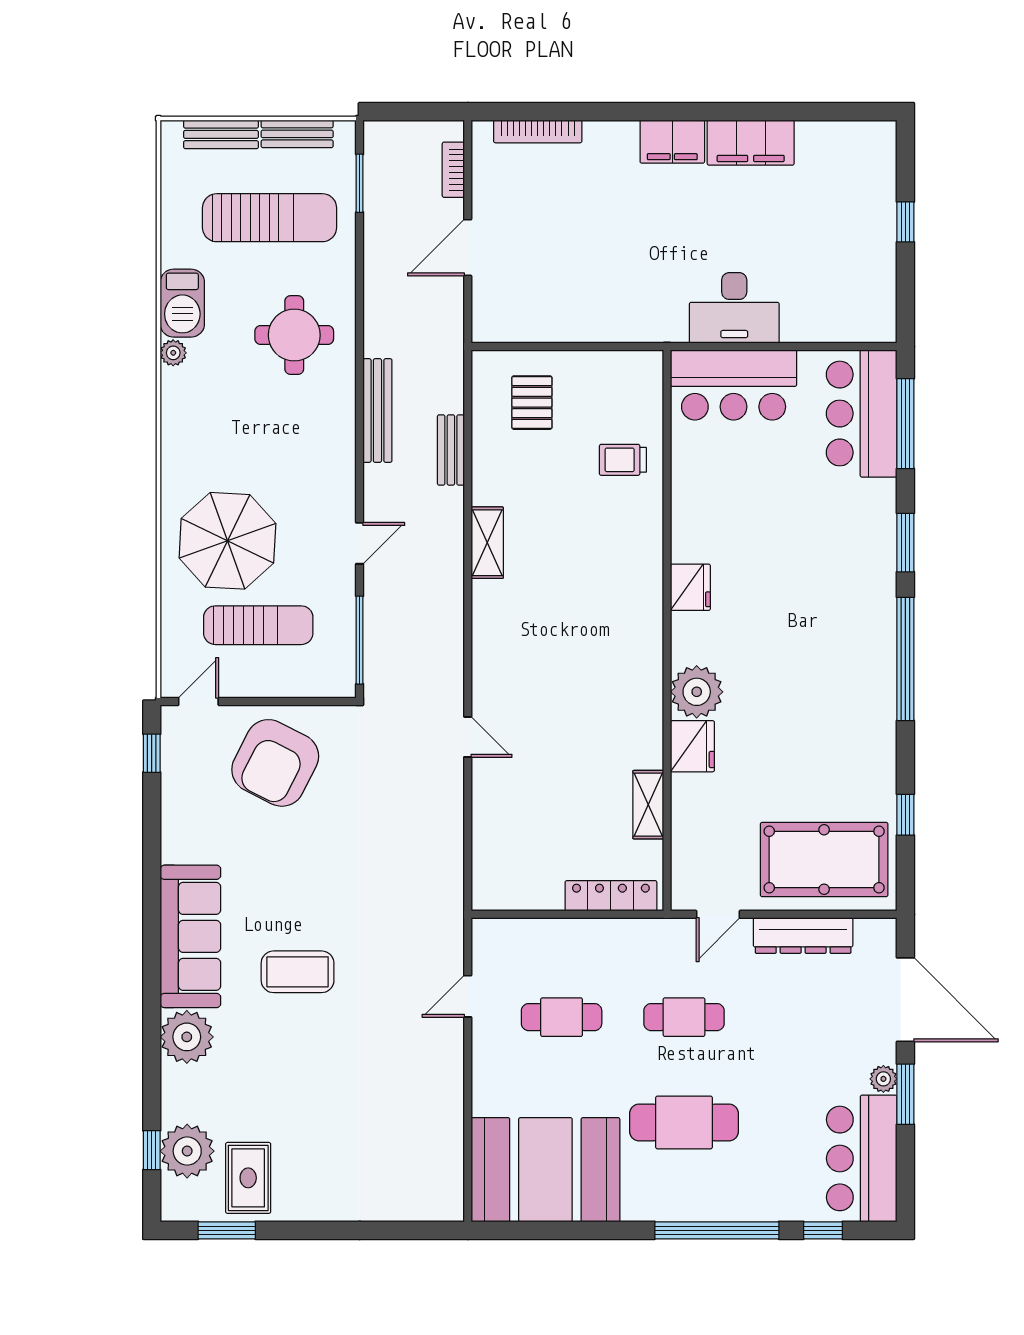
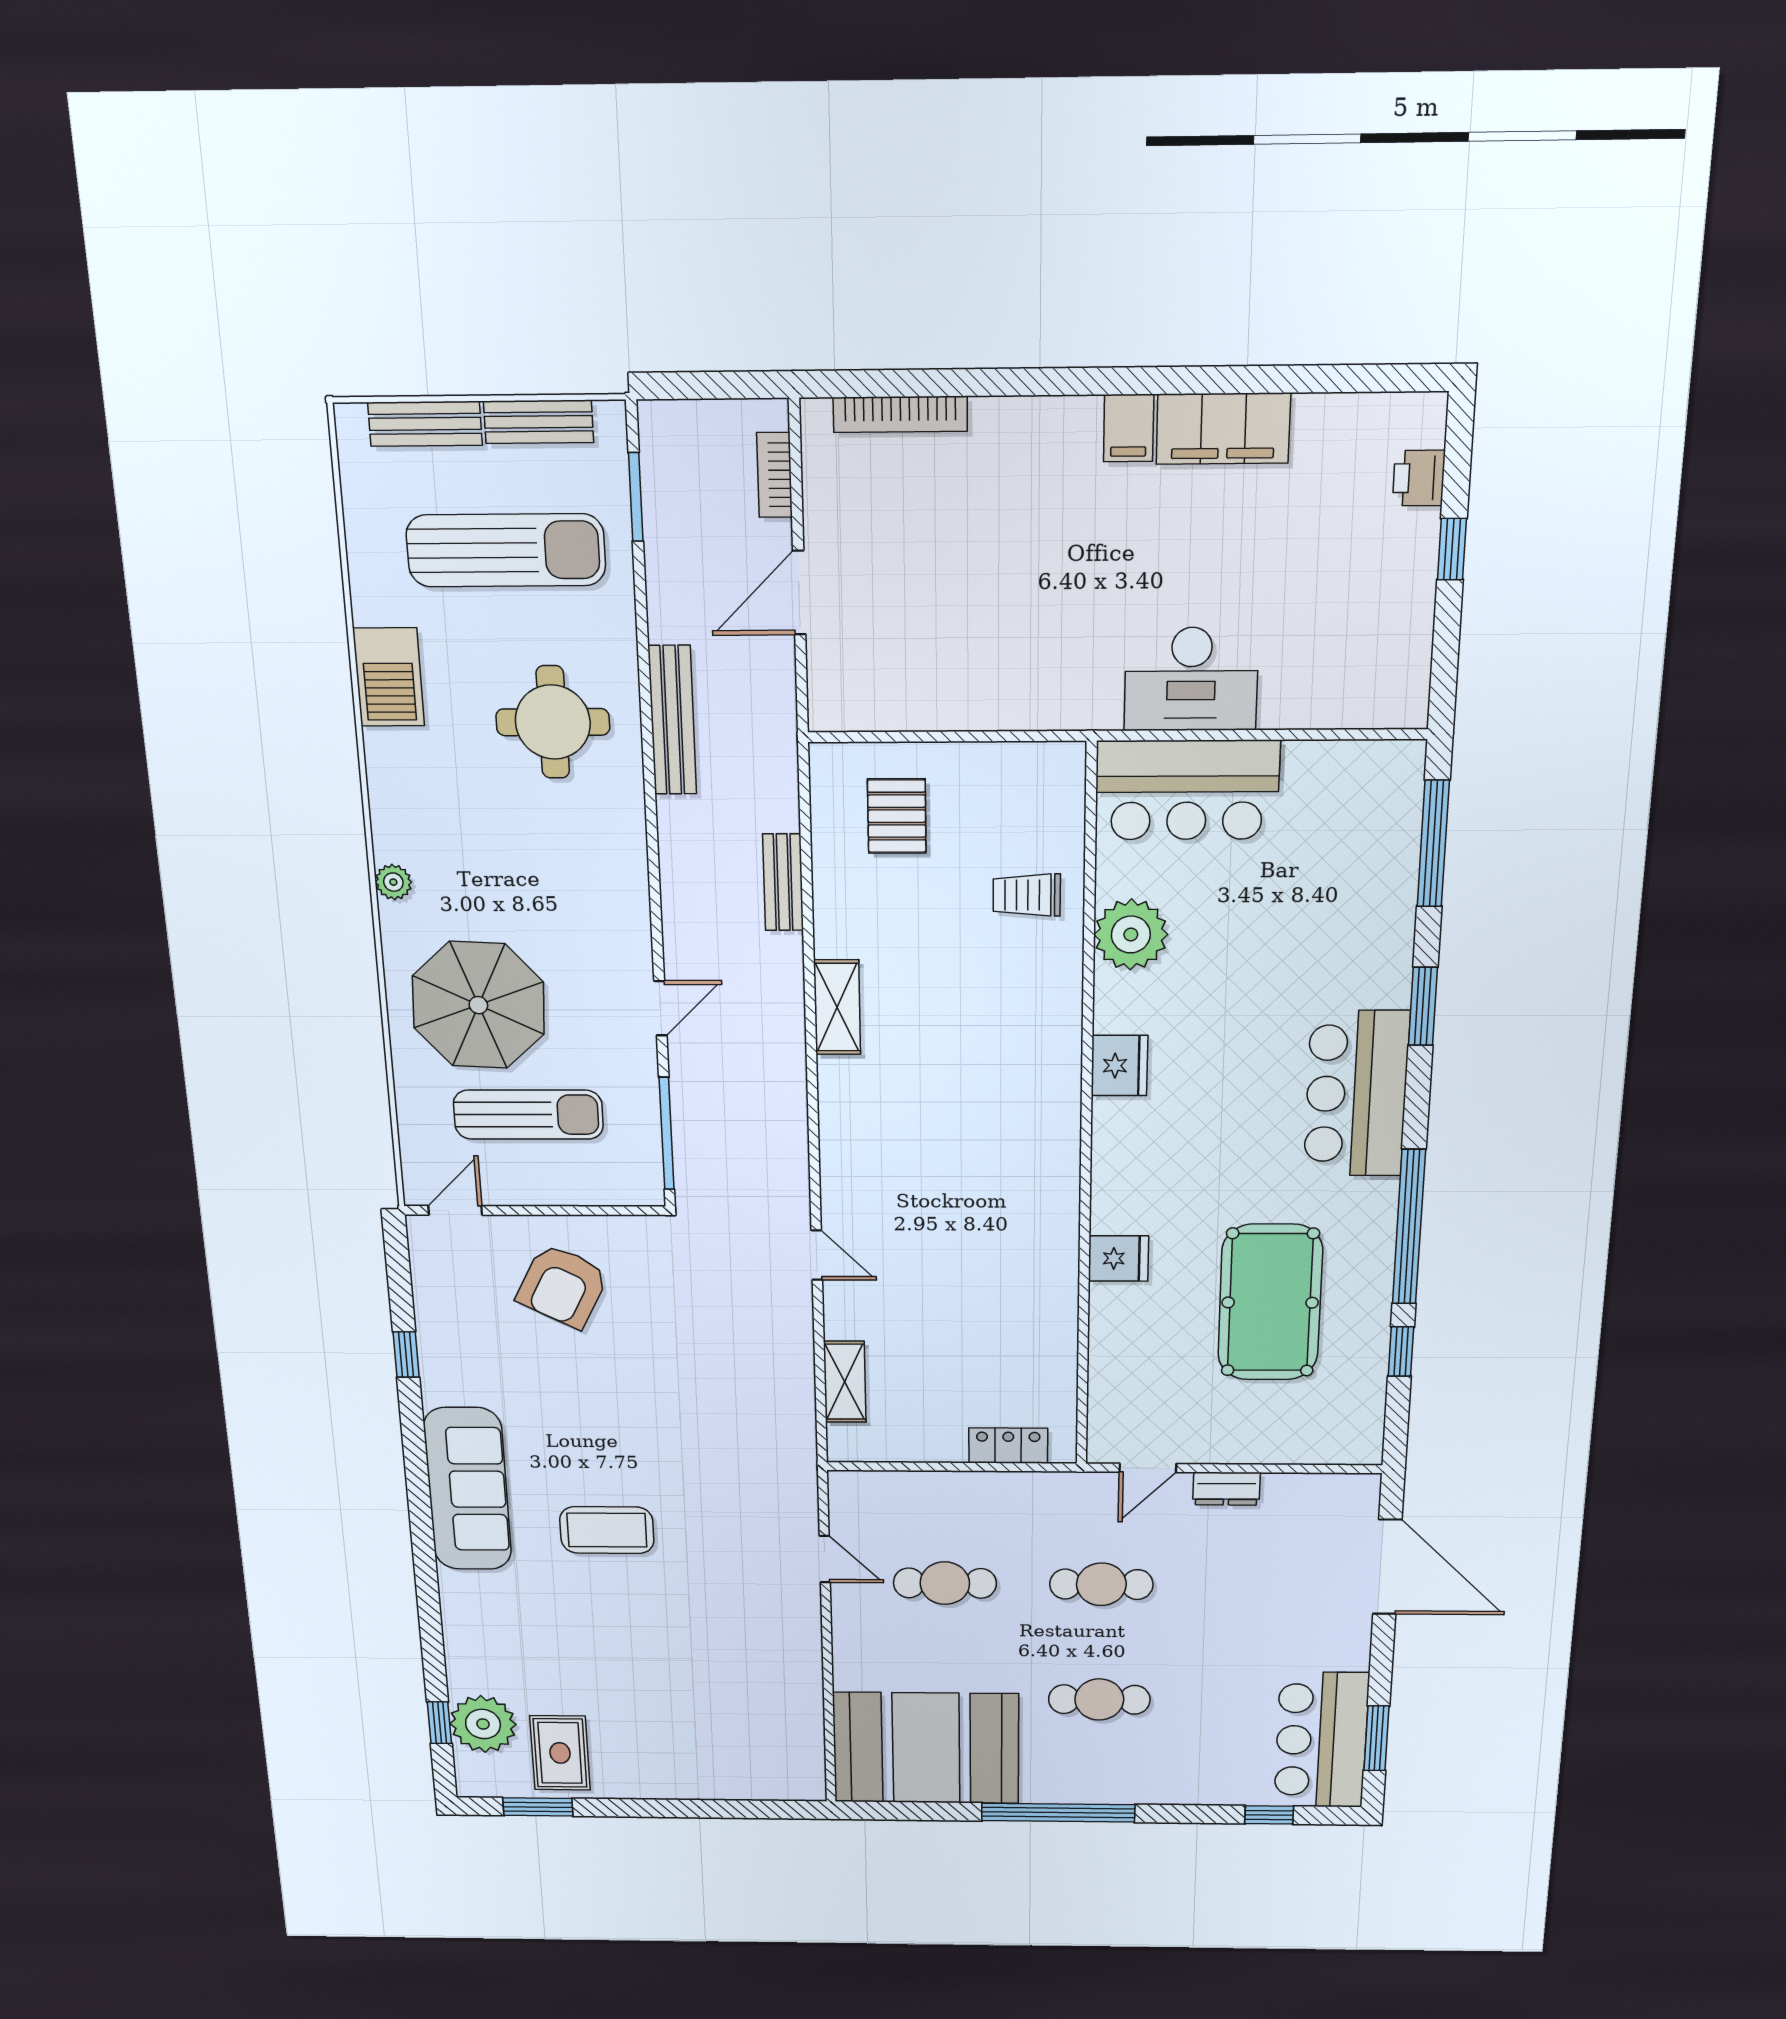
filing cabinet: (672, 142) -> (1129, 428), width x0.50
printer: (881, 176) -> (1419, 478), added
plant: (173, 353) -> (393, 882), moved
bench: (377, 410) -> (672, 720), moved
bar counter: (862, 414) -> (1356, 1094), moved
window: (905, 659) -> (1409, 1227), moved
plant: (697, 692) -> (1131, 935), moved
fridge: (692, 746) -> (1119, 1258), width x0.72
window: (152, 753) -> (406, 1355), moved
armchair: (275, 763) -> (562, 1286), width x0.73, depth x0.73
shelving: (648, 805) -> (845, 1382), moved
pool table: (824, 859) -> (1270, 1303), moved, turned 90
locker: (611, 896) -> (1008, 1446), width x0.66
dresser: (803, 935) -> (1226, 1489), width x0.51, depth x0.80
door: (468, 996) -> (825, 1559), swing flipped
plant: (187, 1037) -> (472, 1601), removed
plant: (883, 1079) -> (1354, 1655), removed
window: (905, 1094) -> (1376, 1738), moved
cafe table: (684, 1122) -> (1099, 1699), width x0.73, depth x0.74
window: (717, 1230) -> (1058, 1813), moved

